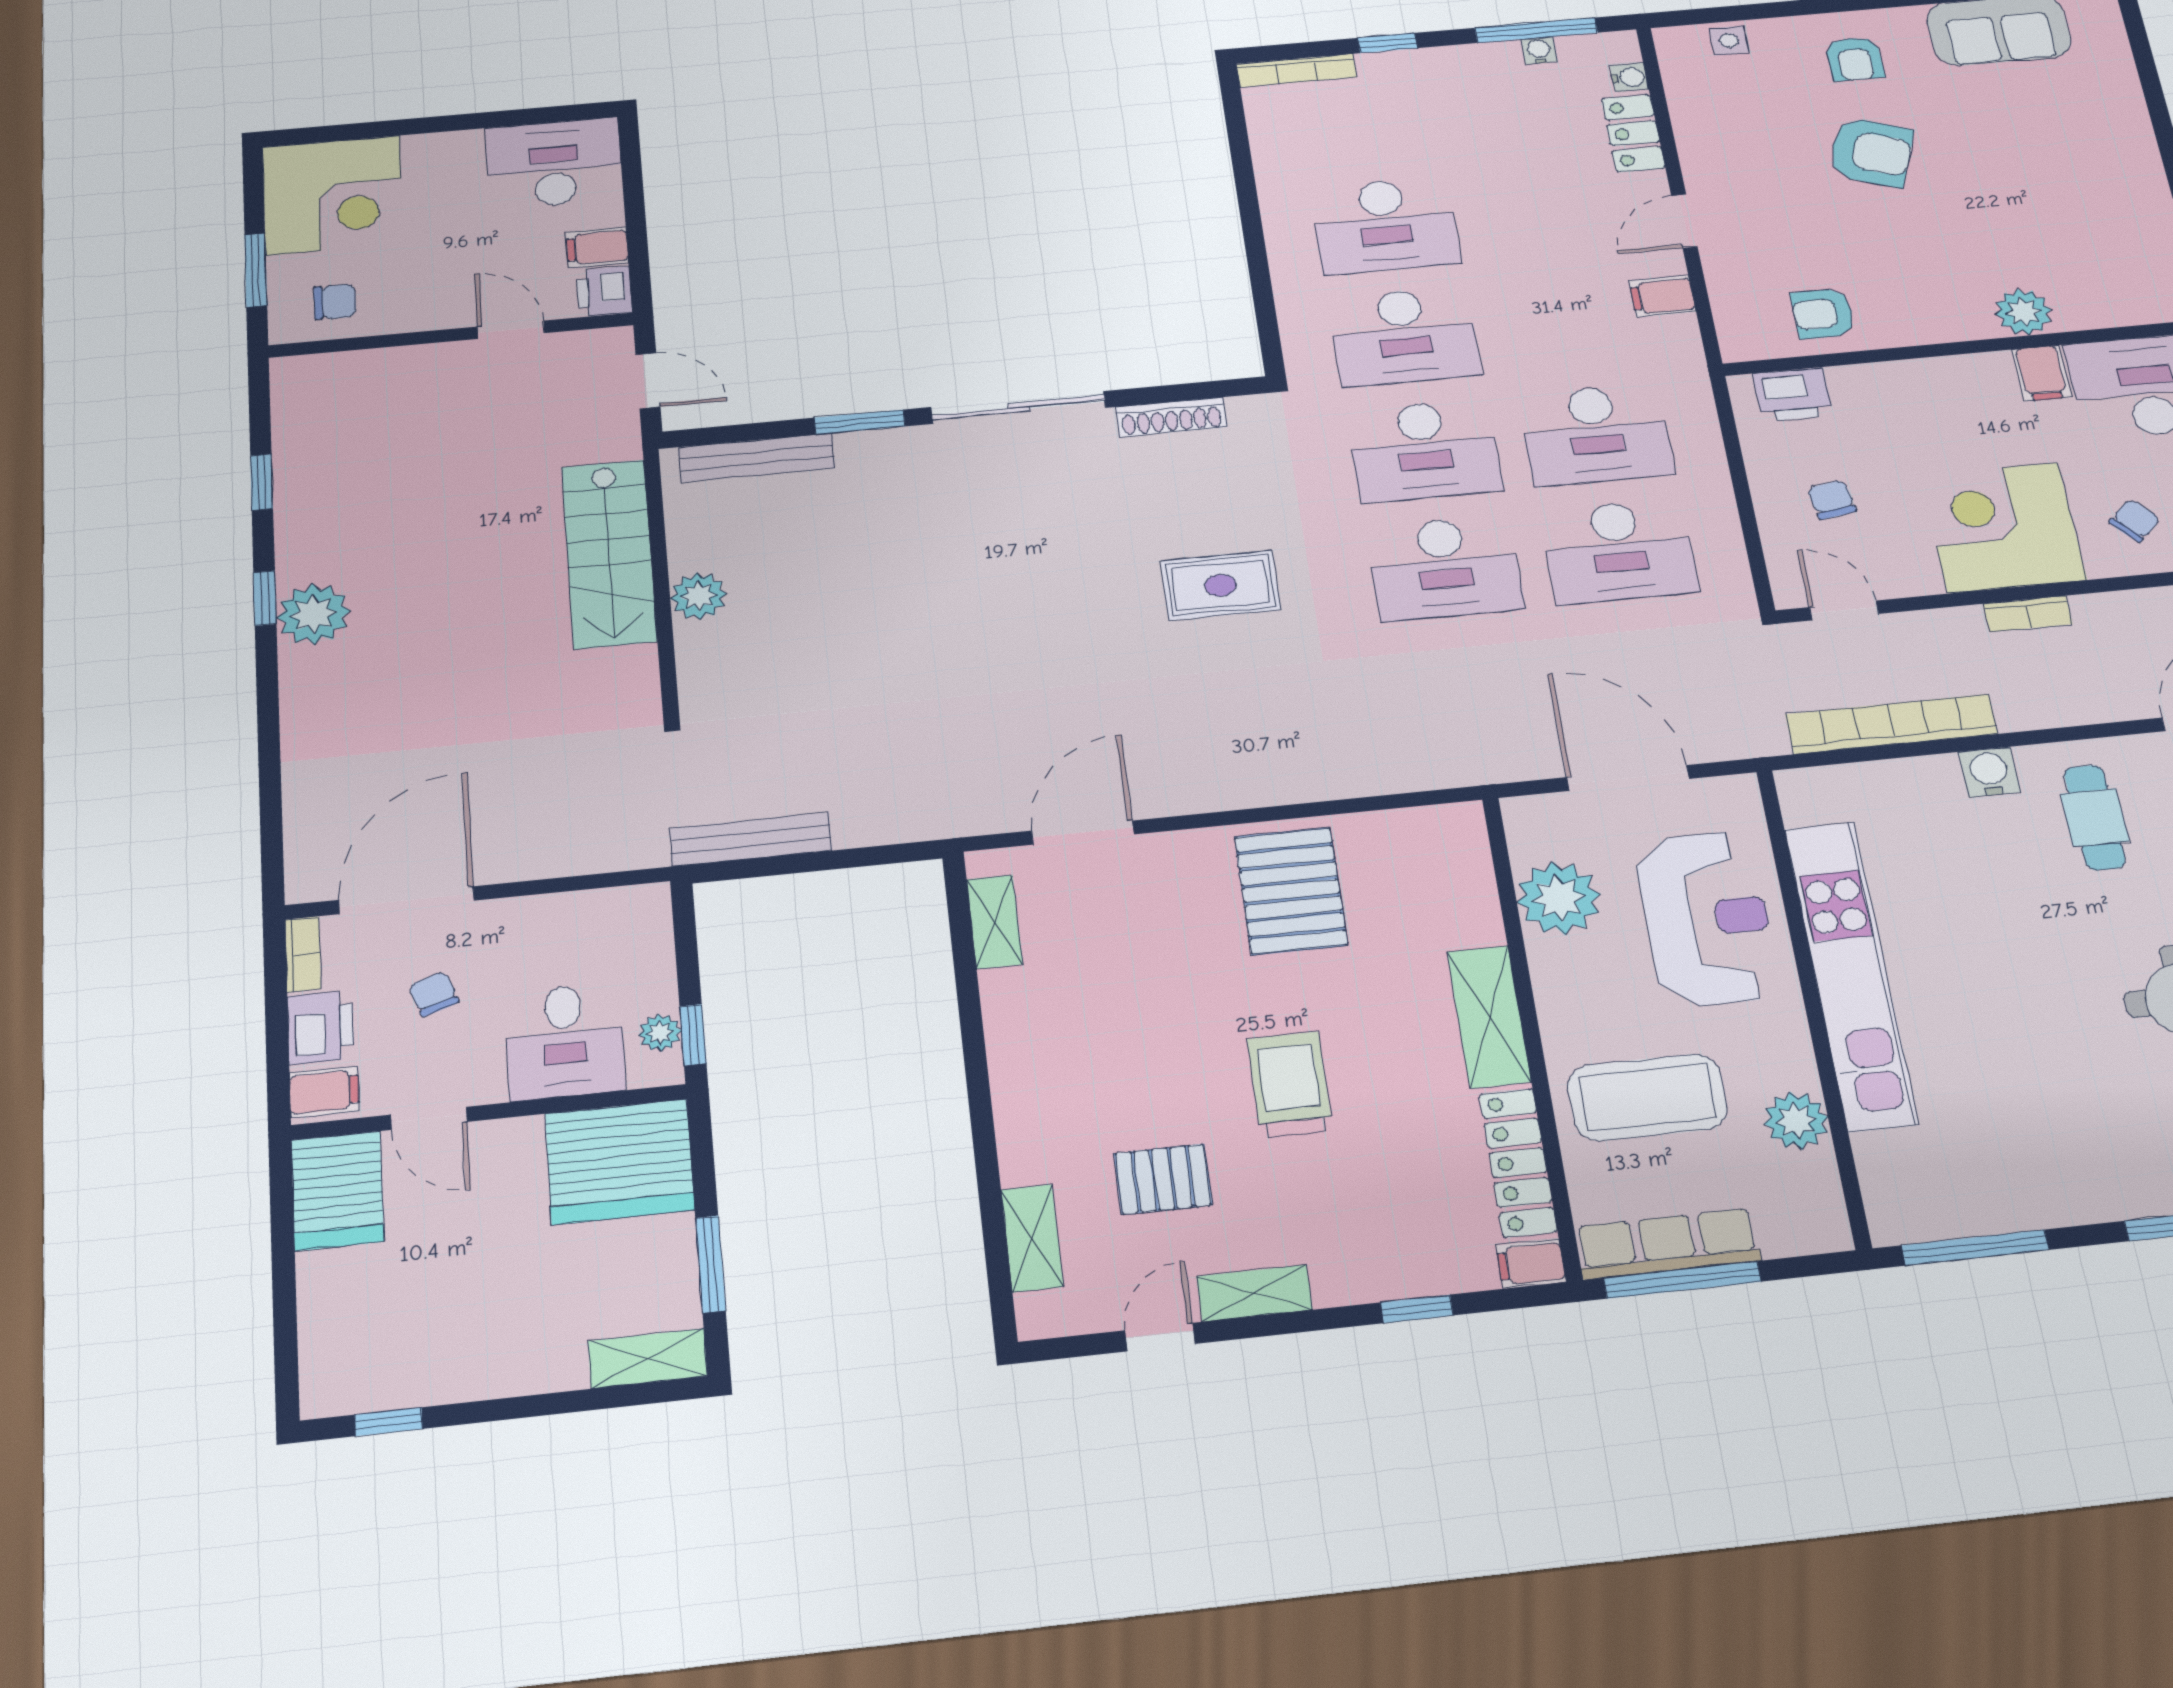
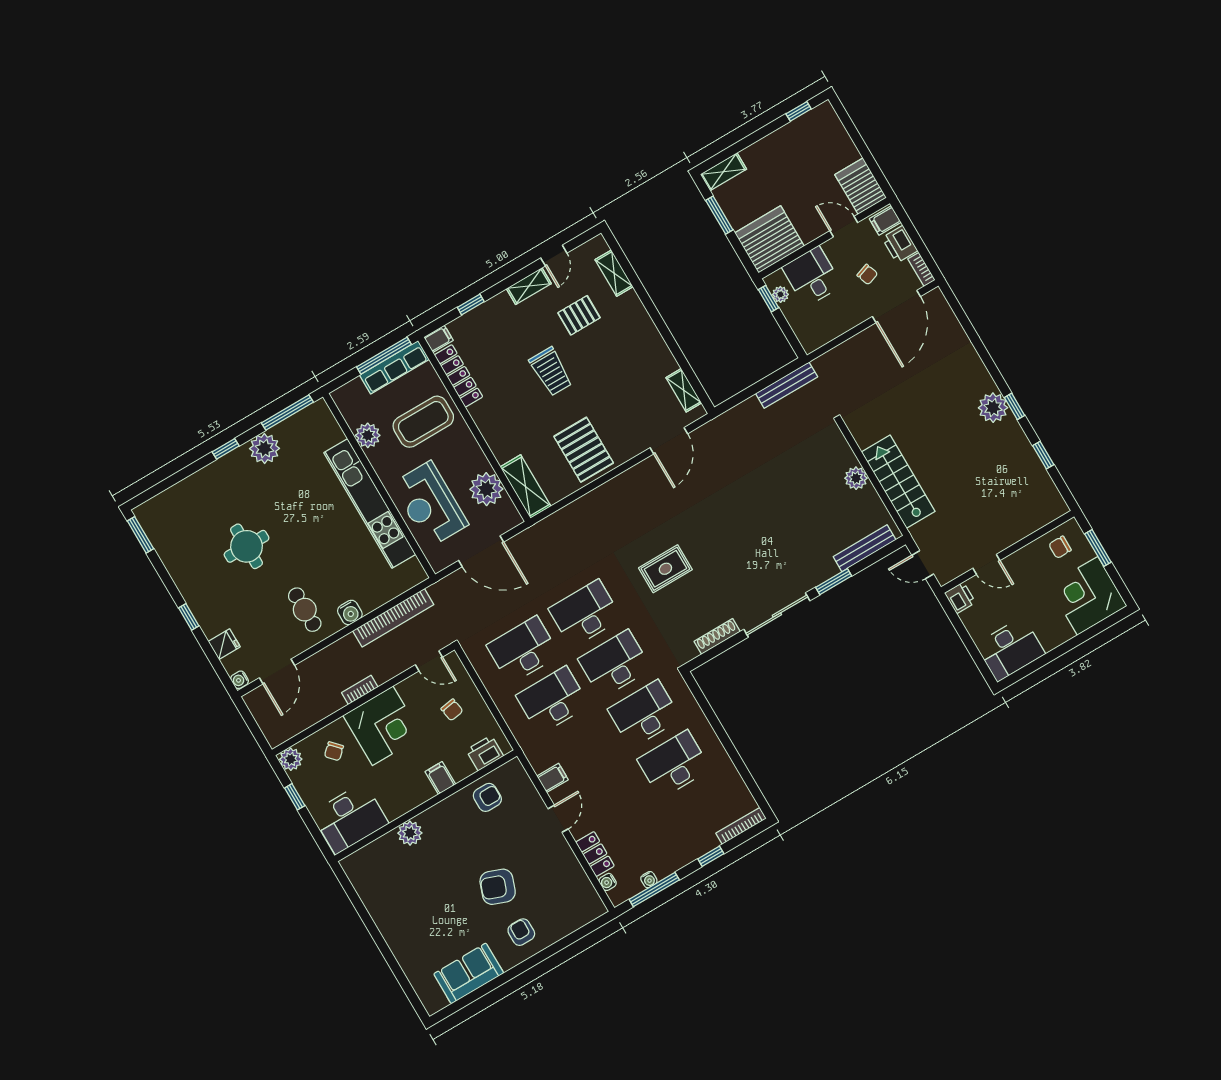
side table: (1729, 41) -> (575, 919), removed
filing cabinet: (597, 247) -> (973, 617), removed
filing cabinet: (2042, 373) -> (440, 778), moved
shelving: (1489, 1017) -> (526, 487), moved
plant: (2063, 1191) -> (265, 448), added

